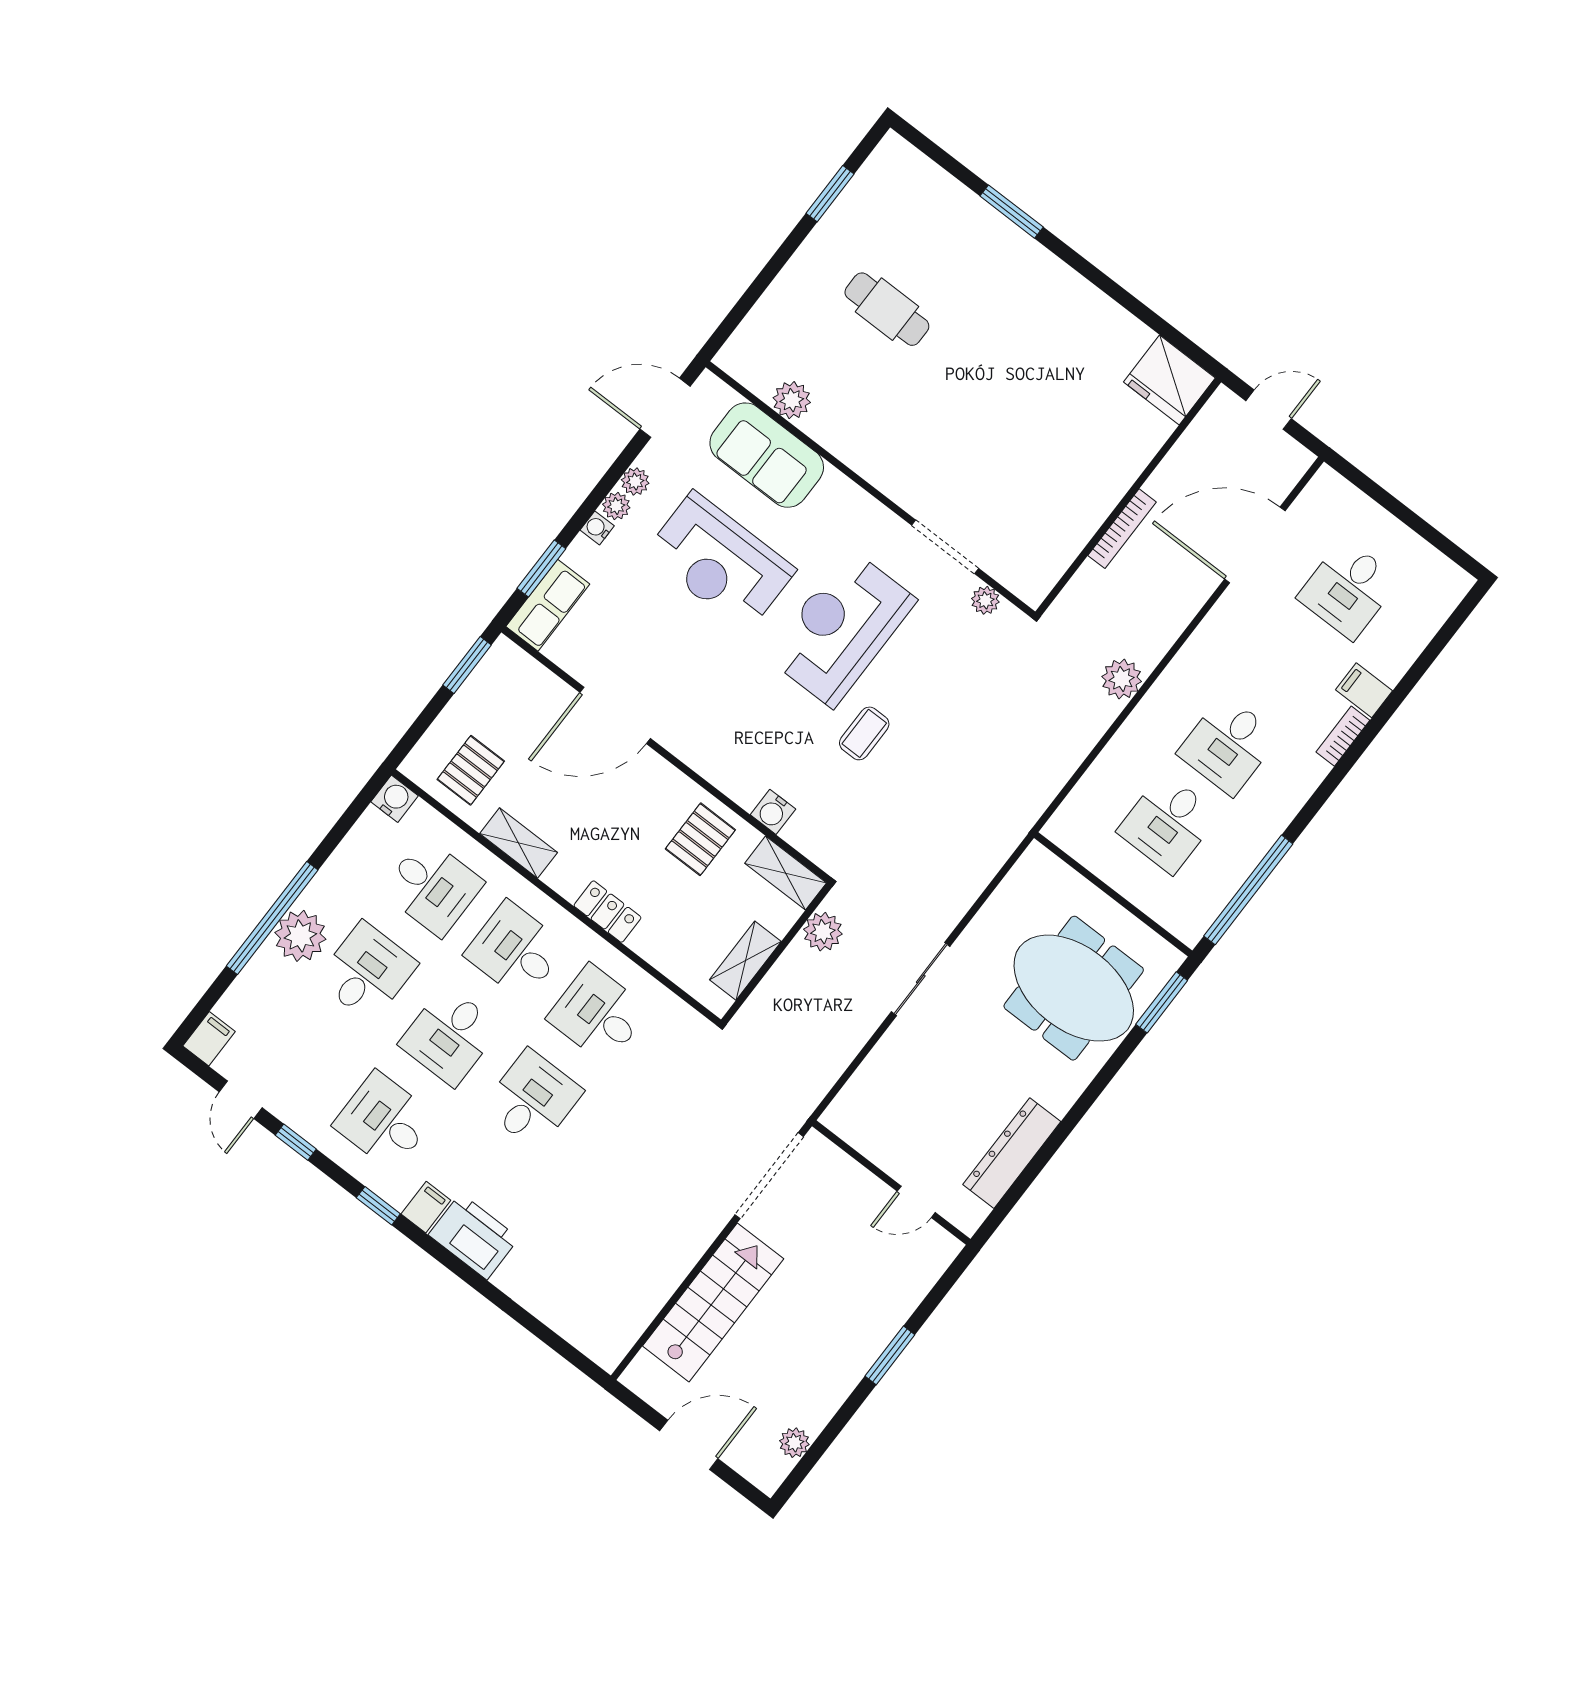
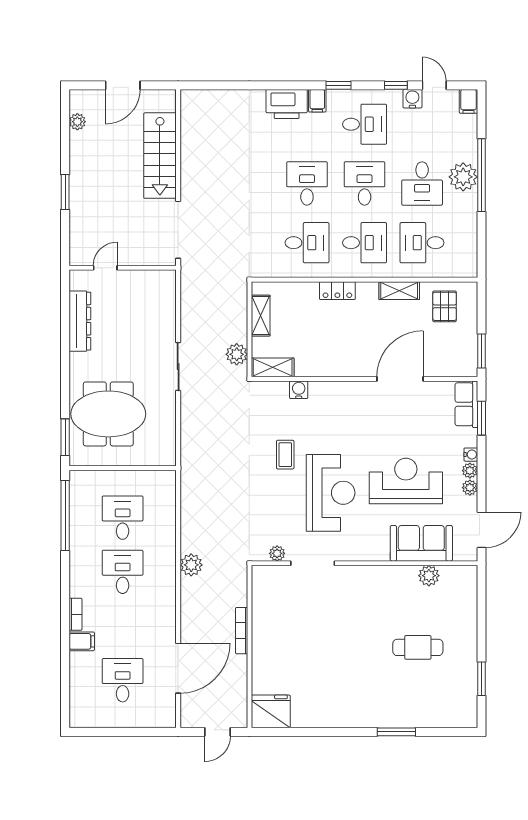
water cooler: (395, 799) -> (412, 99), moved, turned 180
pallet: (700, 839) -> (321, 353), removed
desk: (532, 1099) -> (307, 183), turned 180

